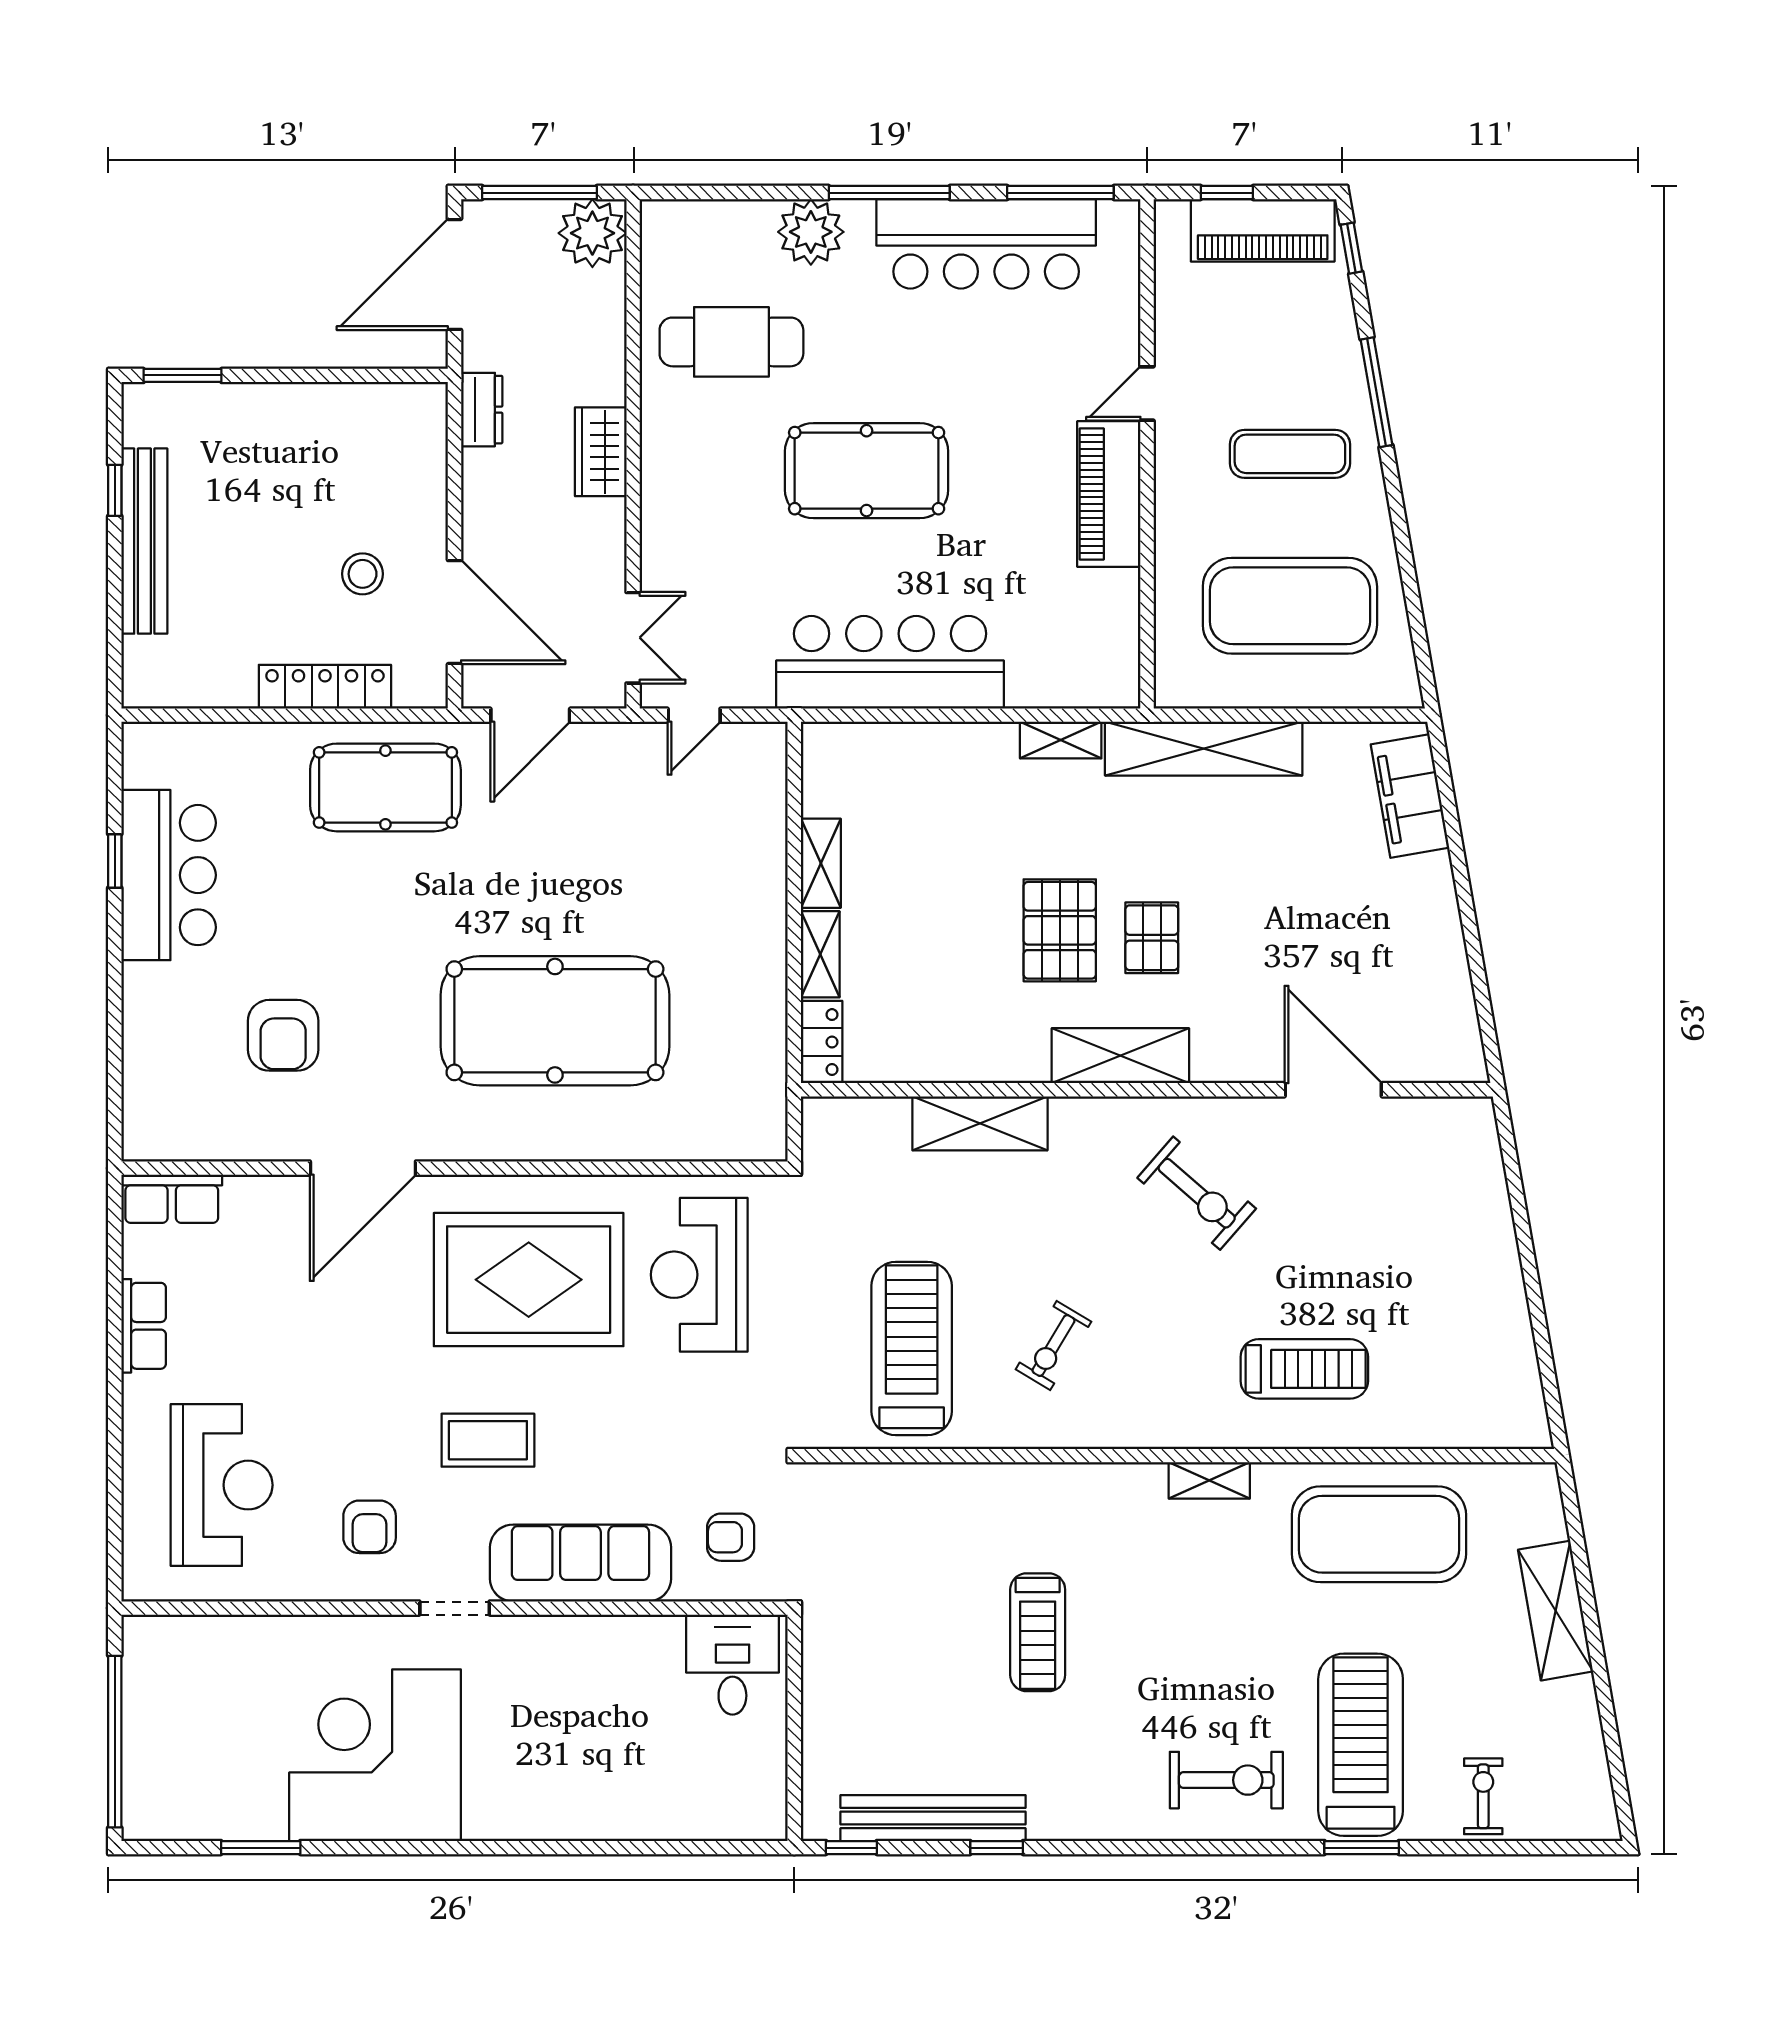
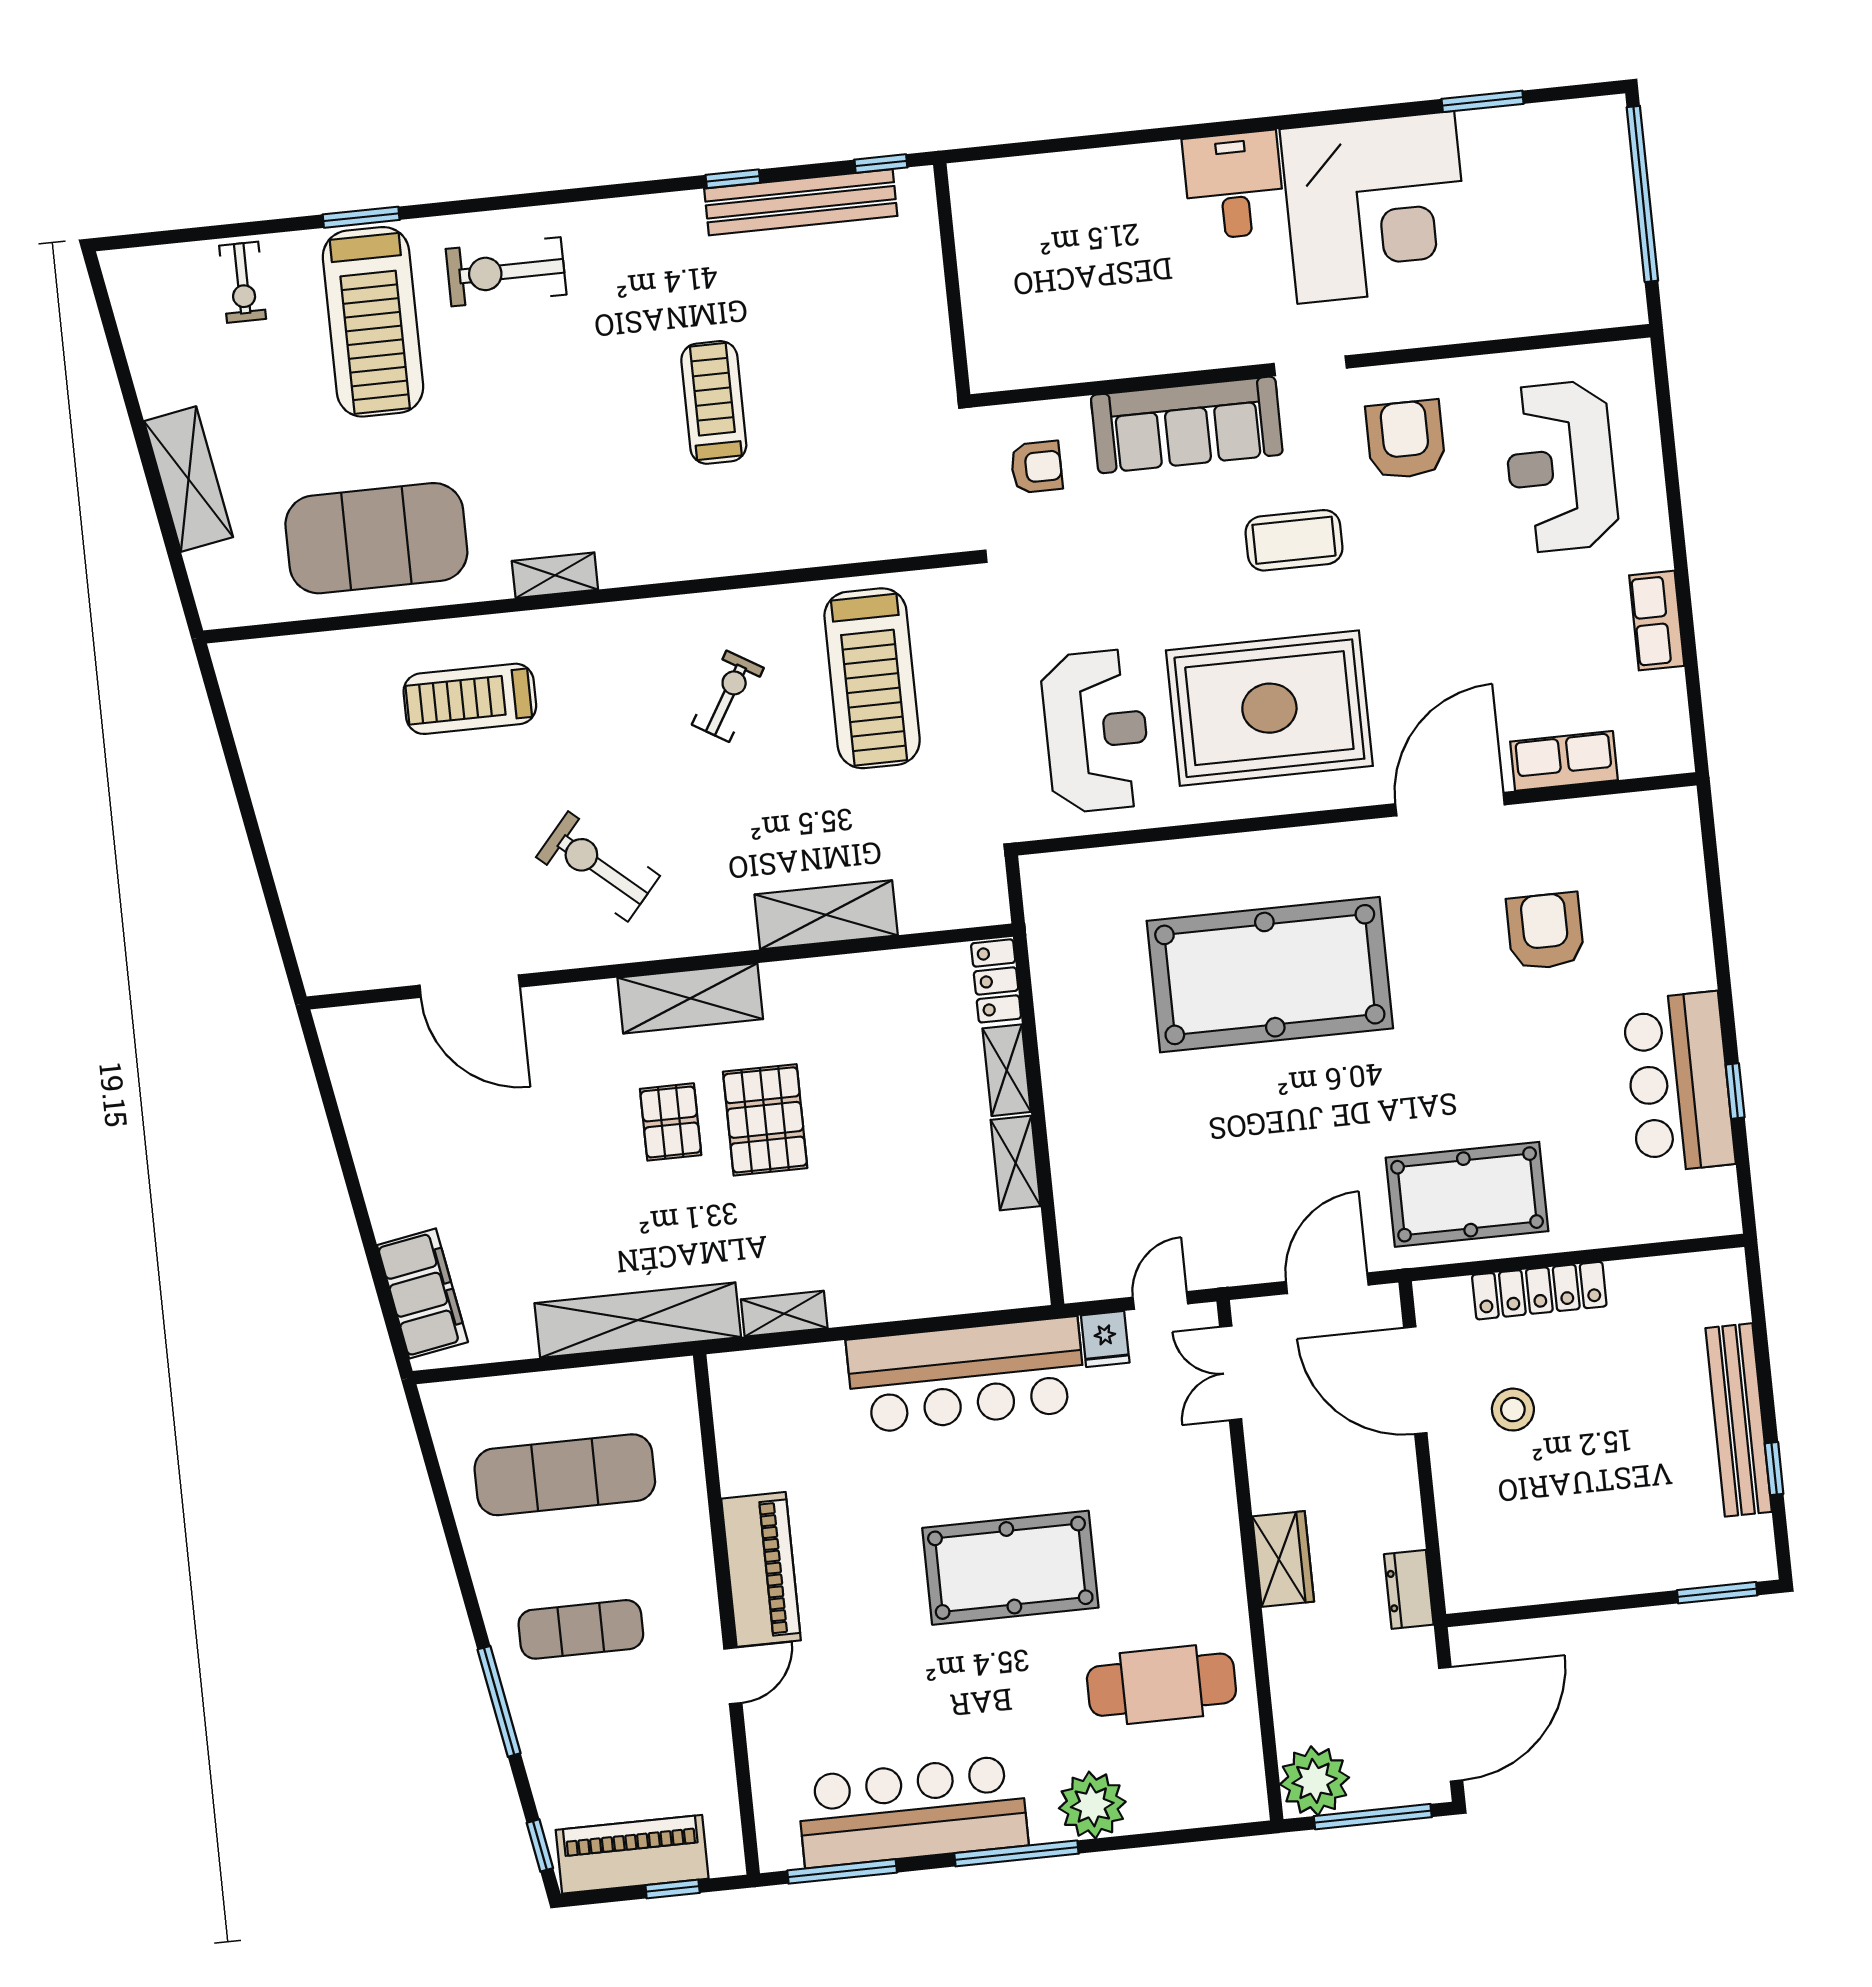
exercise mat: (1290, 606) -> (565, 1475), width x0.68
fridge: (751, 683) -> (1105, 1339), added
row of seats: (172, 1199) -> (1564, 761), moved
armchair: (370, 1527) -> (1405, 440), width x1.38, depth x1.38
desk: (732, 1665) -> (1234, 185), moved, turned 180

